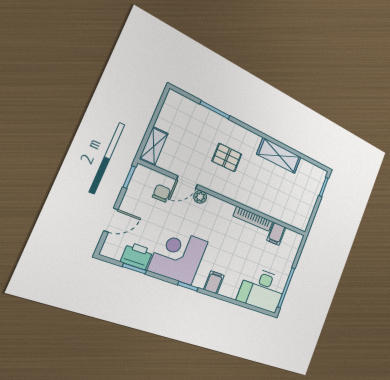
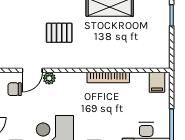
chair: (162, 193) -> (15, 89), turned -90
filing cabinet: (276, 234) -> (157, 82), moved

